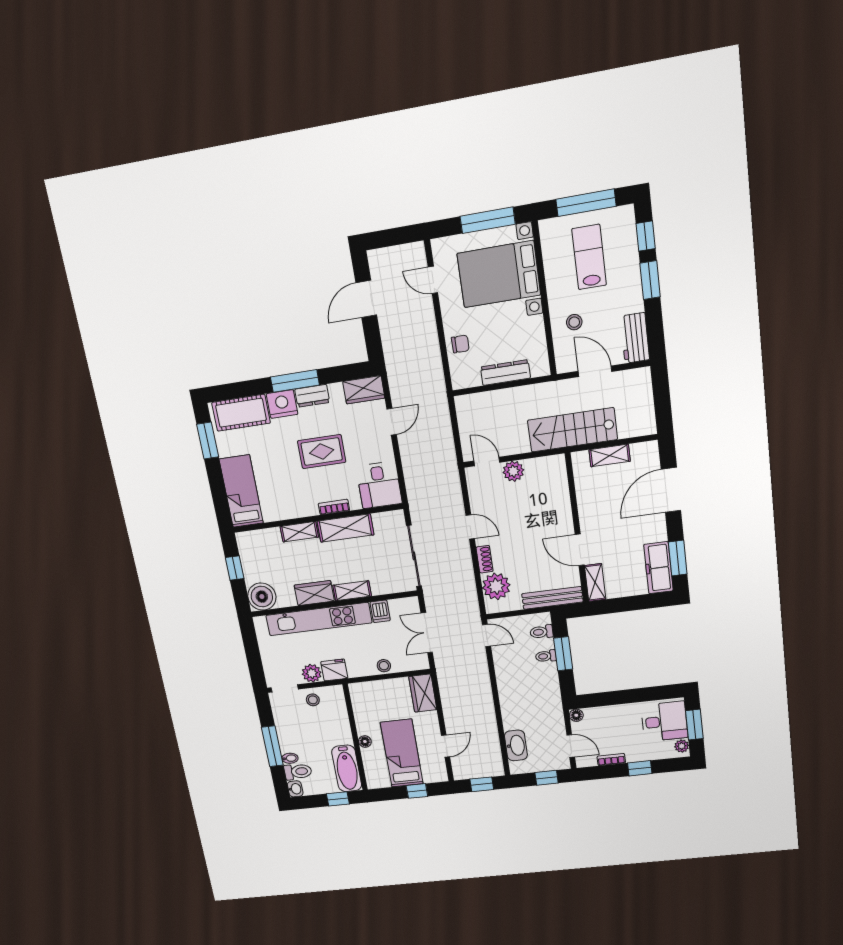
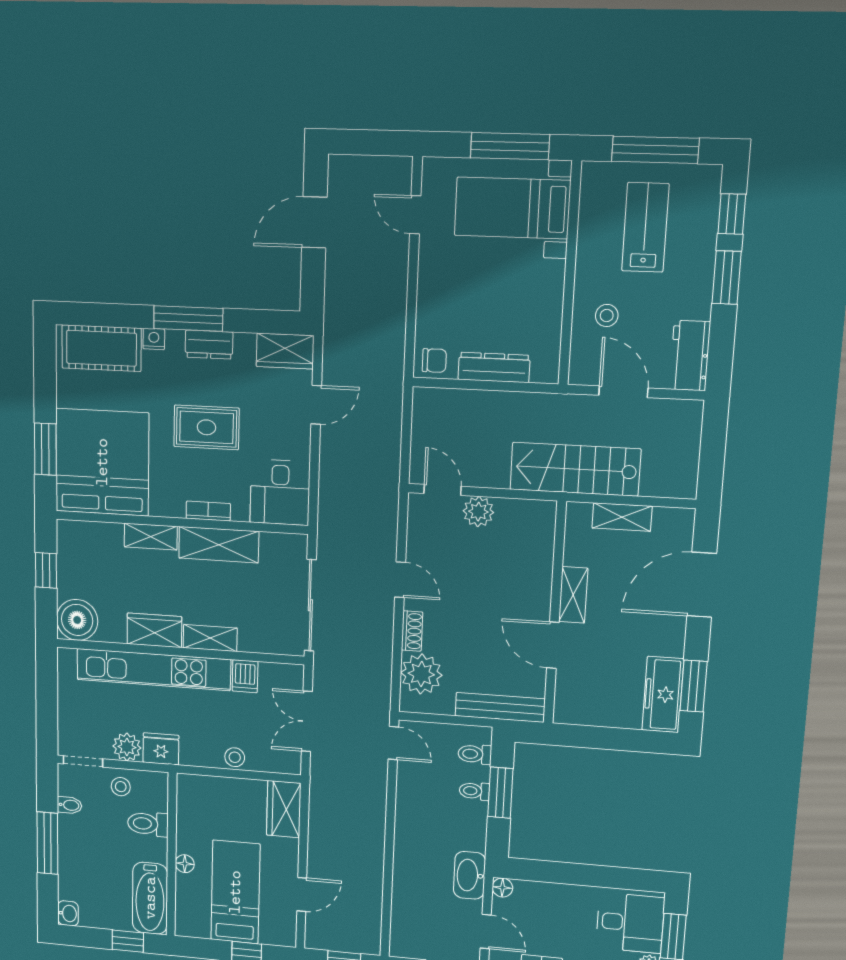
bed with nightstands: (499, 274) -> (512, 208), width x0.73
chair: (460, 344) -> (434, 361), moved
nightstand: (282, 404) -> (154, 339), width x0.53, depth x0.56
window: (208, 441) -> (45, 449), moved
bed: (241, 491) -> (102, 462), width x2.04
shelving: (595, 582) -> (573, 595), moved
washbasin: (516, 745) -> (469, 875), moved, turned 180
bidet: (290, 758) -> (69, 805), moved
toilet: (298, 772) -> (148, 824), moved, turned 180

